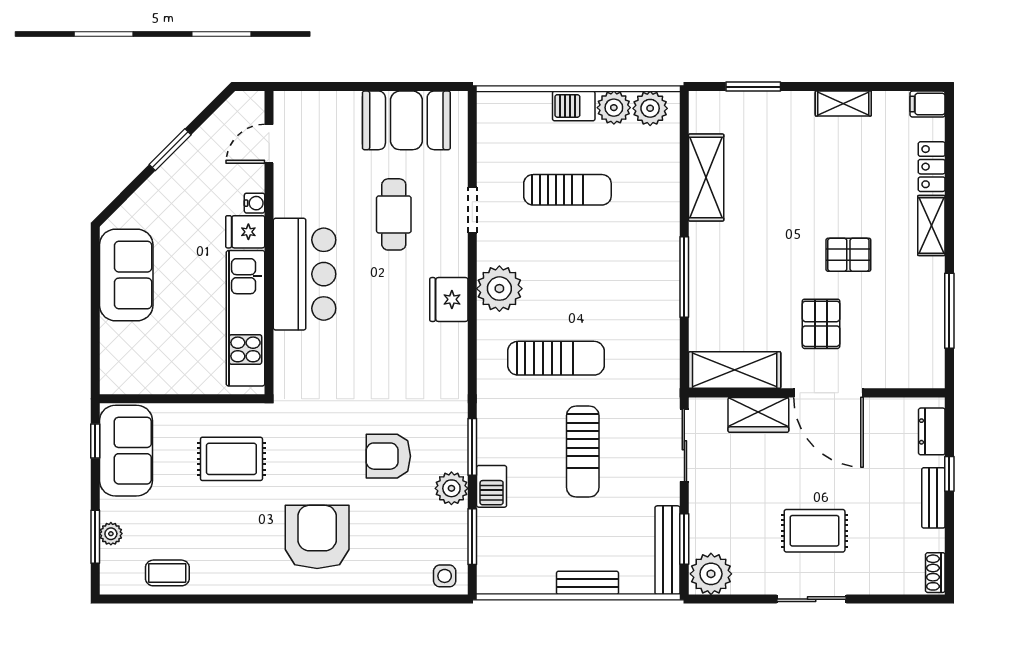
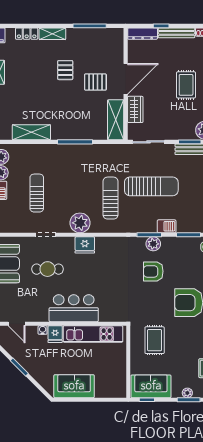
dresser: (932, 431) -> (143, 34), width x1.44
sun lounger: (583, 452) -> (151, 186), width x1.36, depth x1.34
armchair: (388, 456) -> (153, 271), turned 90
plant: (451, 488) -> (153, 244), moved
bench: (933, 498) -> (176, 33), width x1.36

